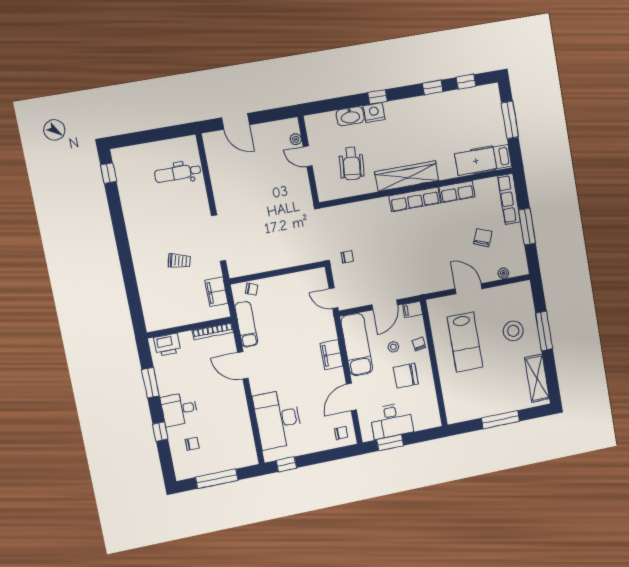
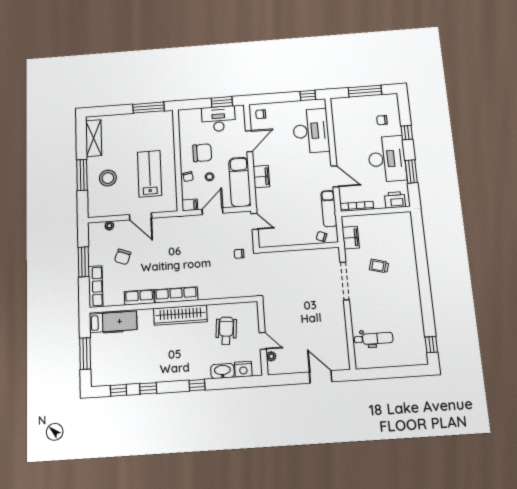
nightstand: (374, 113) -> (243, 369), moved
desk: (179, 409) -> (387, 159), width x1.87, depth x1.30
window: (500, 420) -> (149, 108), moved

